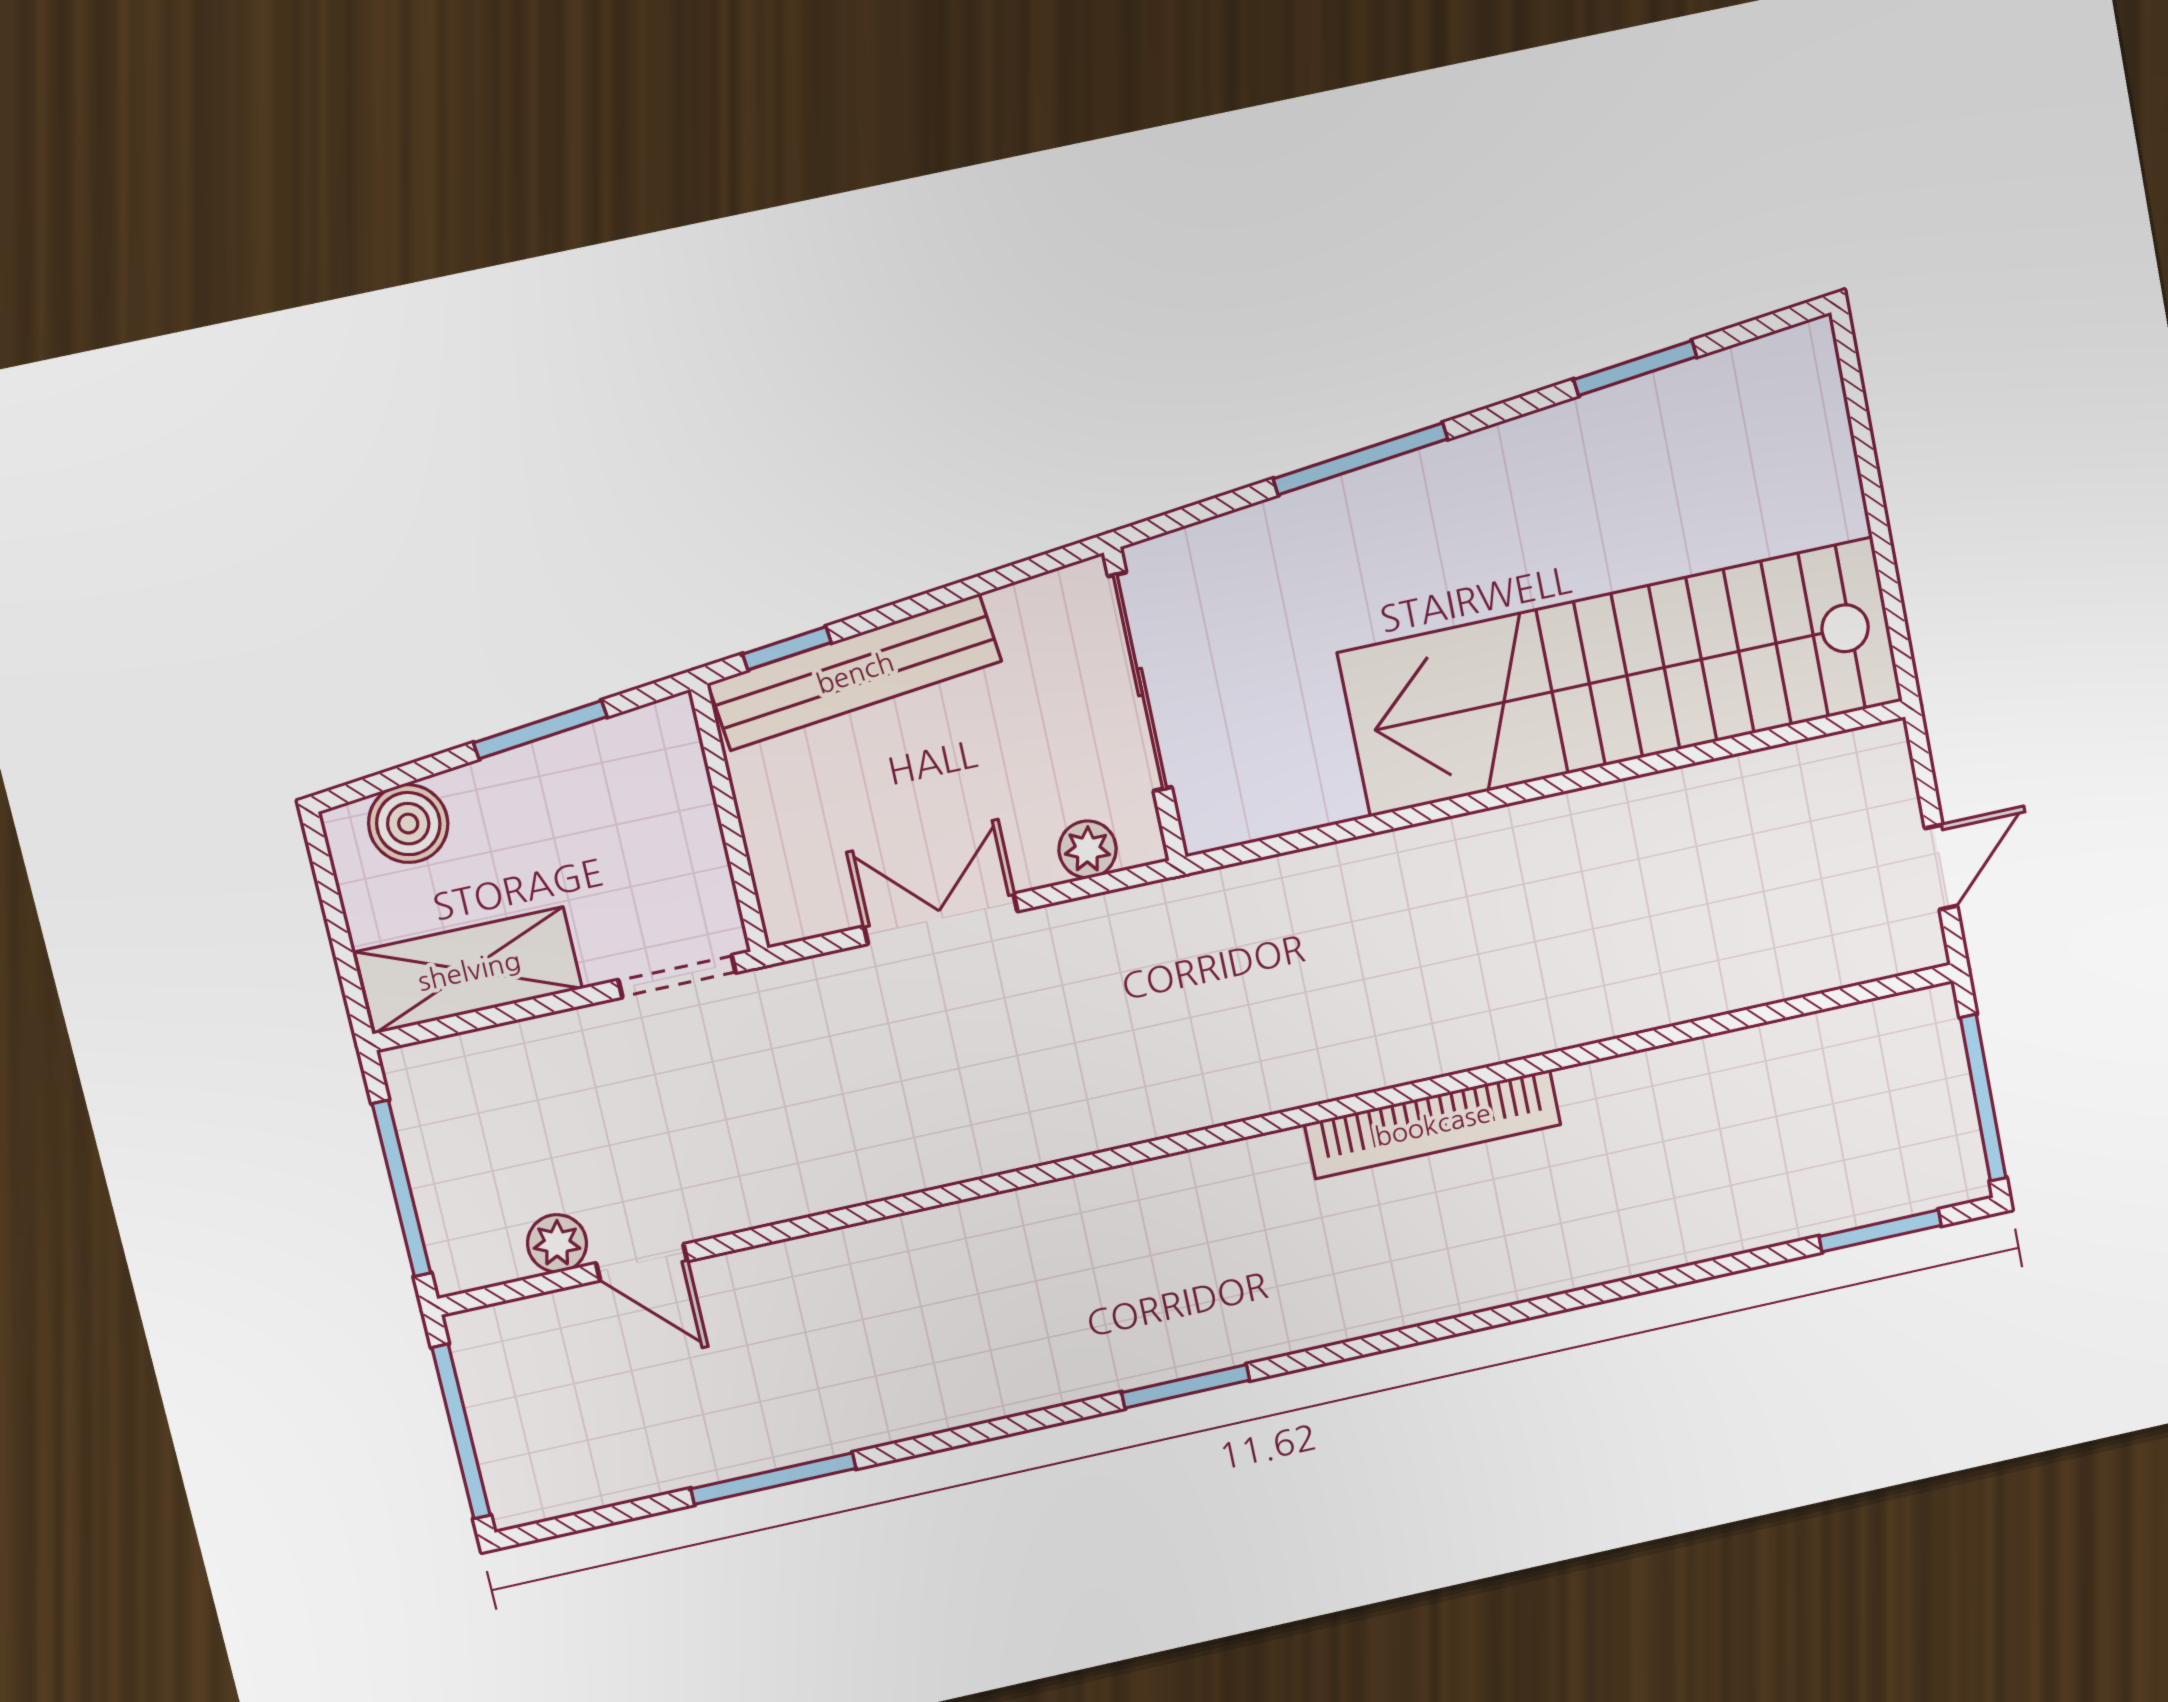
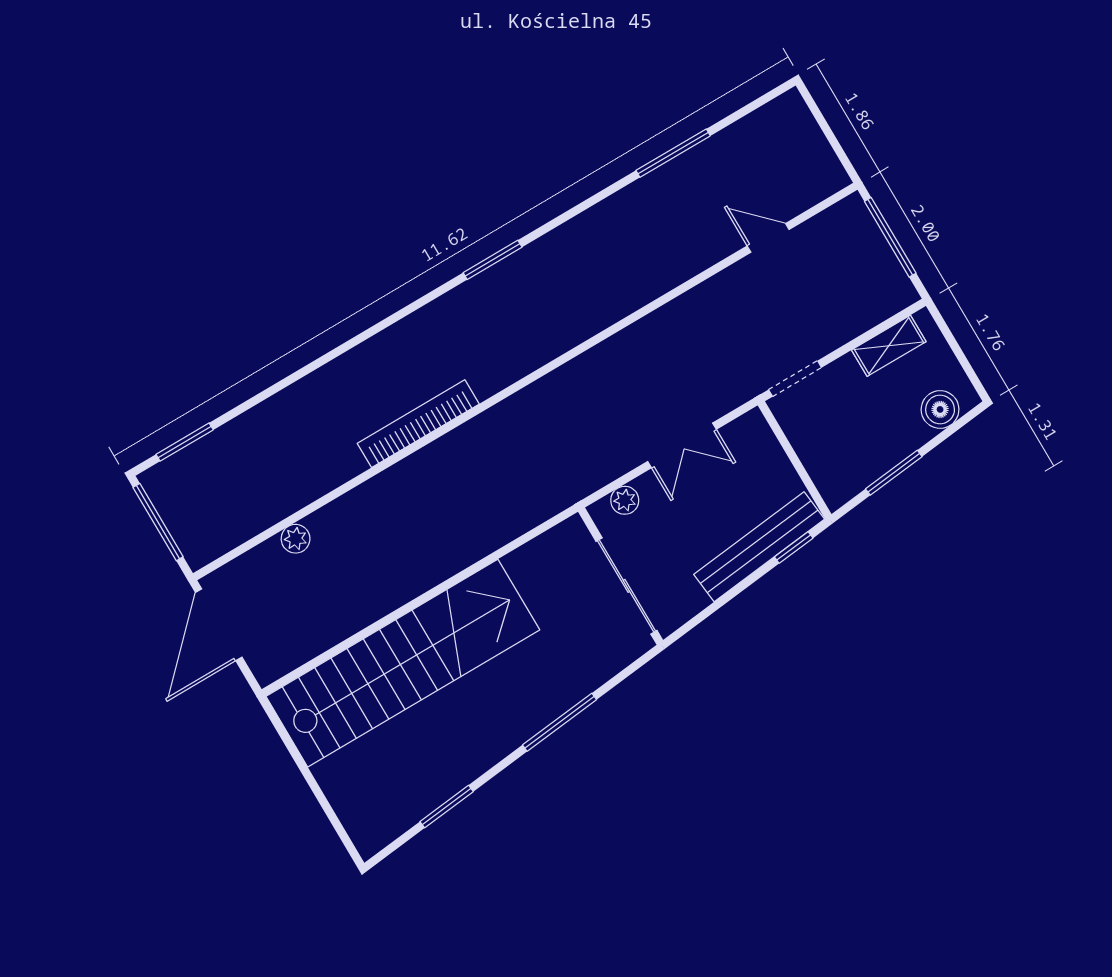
door: (1941, 867) -> (219, 625), width x1.88
shelving: (469, 970) -> (889, 346), width x0.67, depth x0.75
plant: (557, 1243) -> (296, 539), moved
window: (461, 1432) -> (827, 130), removed

